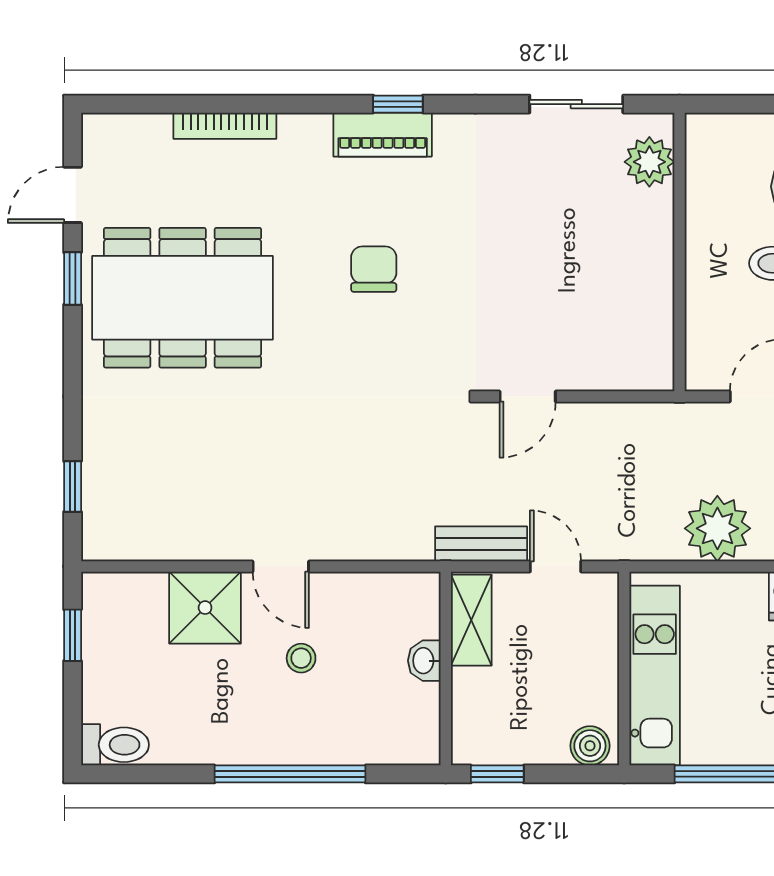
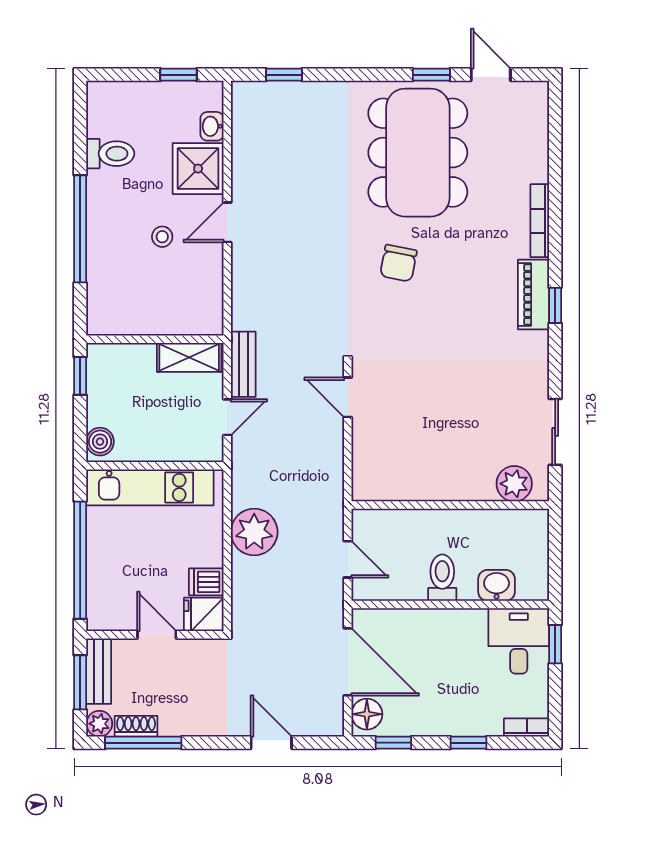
bookcase: (225, 126) -> (540, 221), moved
chair: (374, 269) -> (398, 263), moved, turned 101
washbasin: (424, 661) -> (212, 126), moved, turned -90
toilet: (115, 745) -> (110, 154), moved, turned -90

